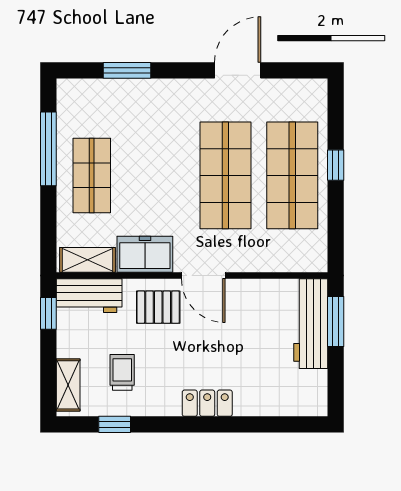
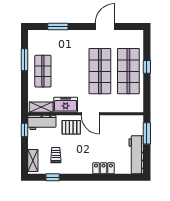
window: (48, 149) -> (24, 60), width x0.69
workbench: (311, 324) -> (136, 155), moved
locker: (207, 403) -> (103, 168), moved

